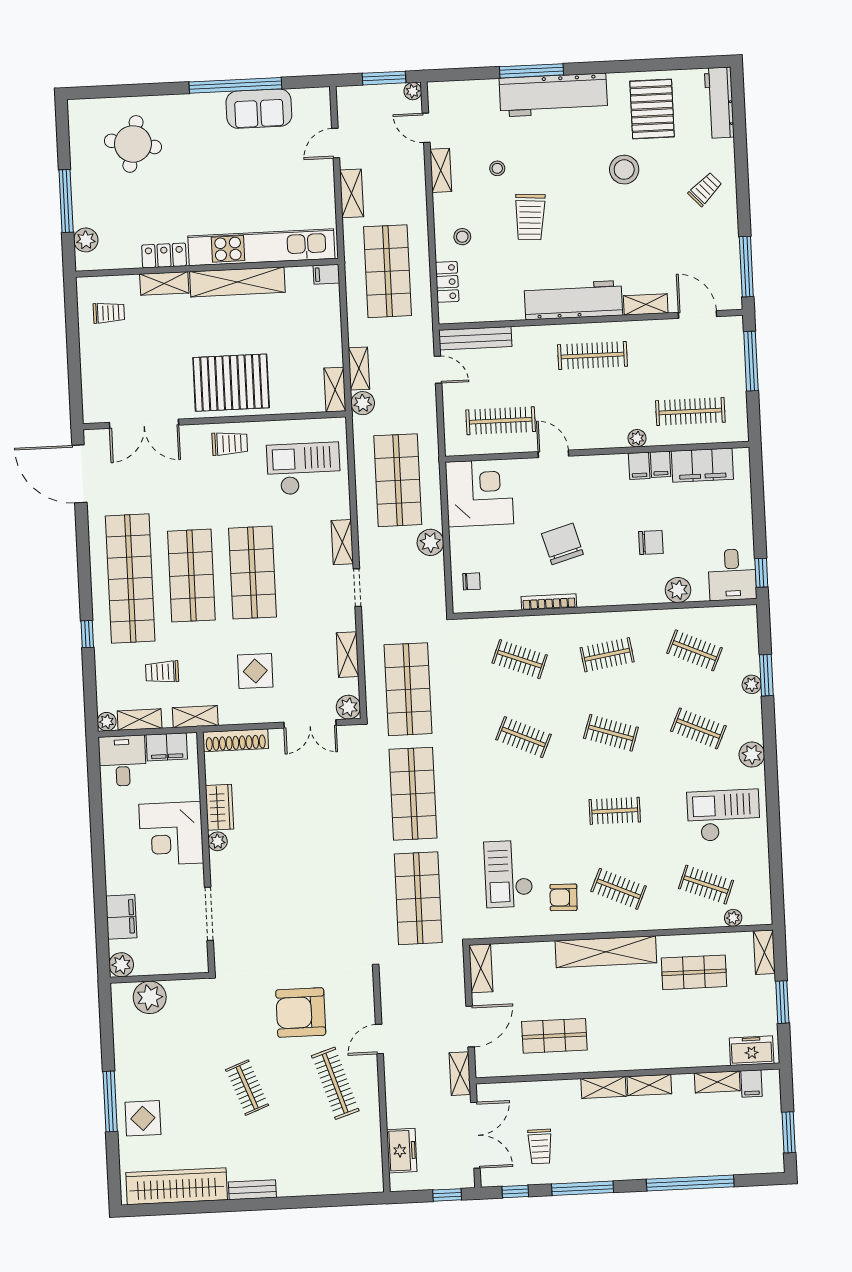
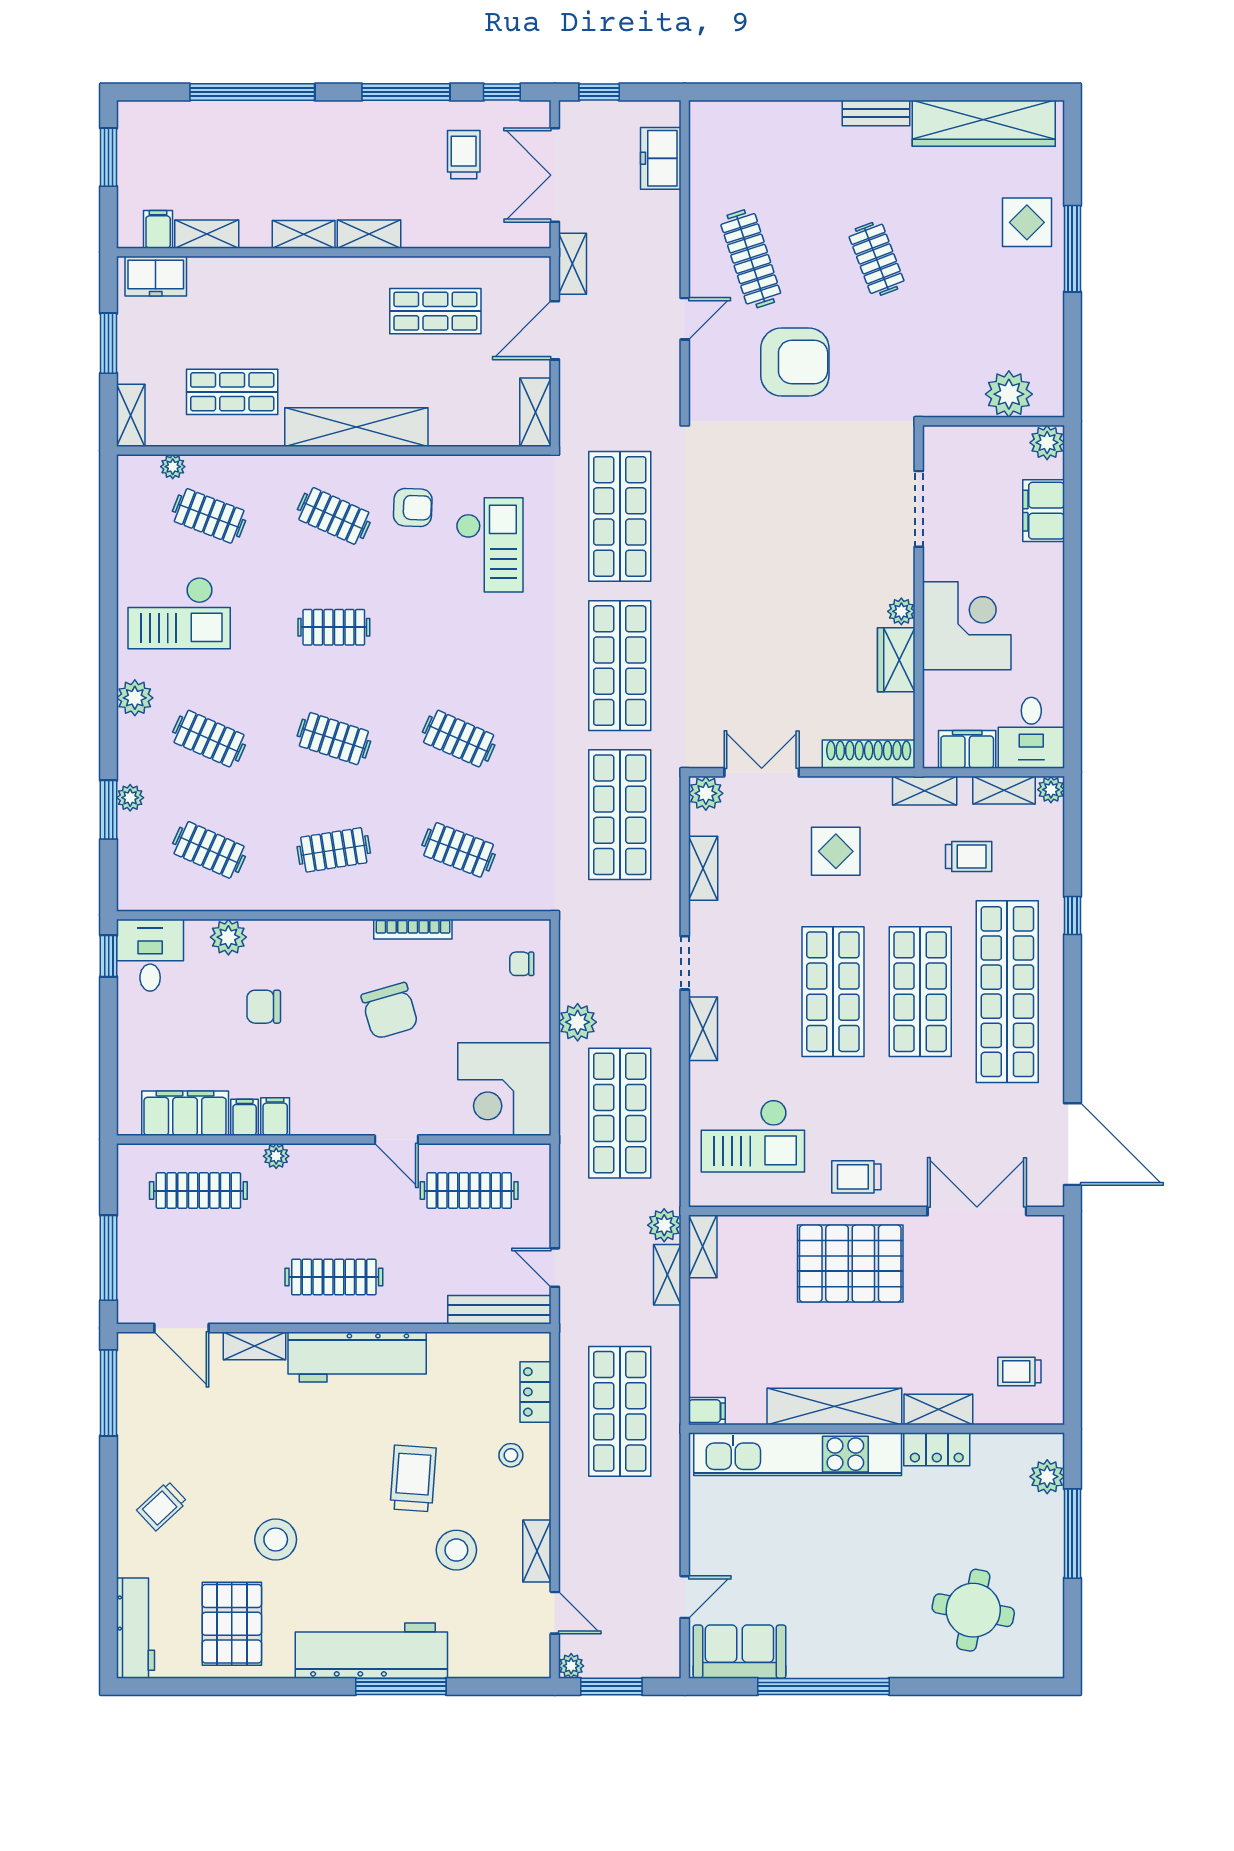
sofa: (259, 109) -> (739, 1652), moved
stool: (497, 168) -> (456, 1550), width x1.89, depth x1.89
shelving: (352, 193) -> (665, 1525), removed

